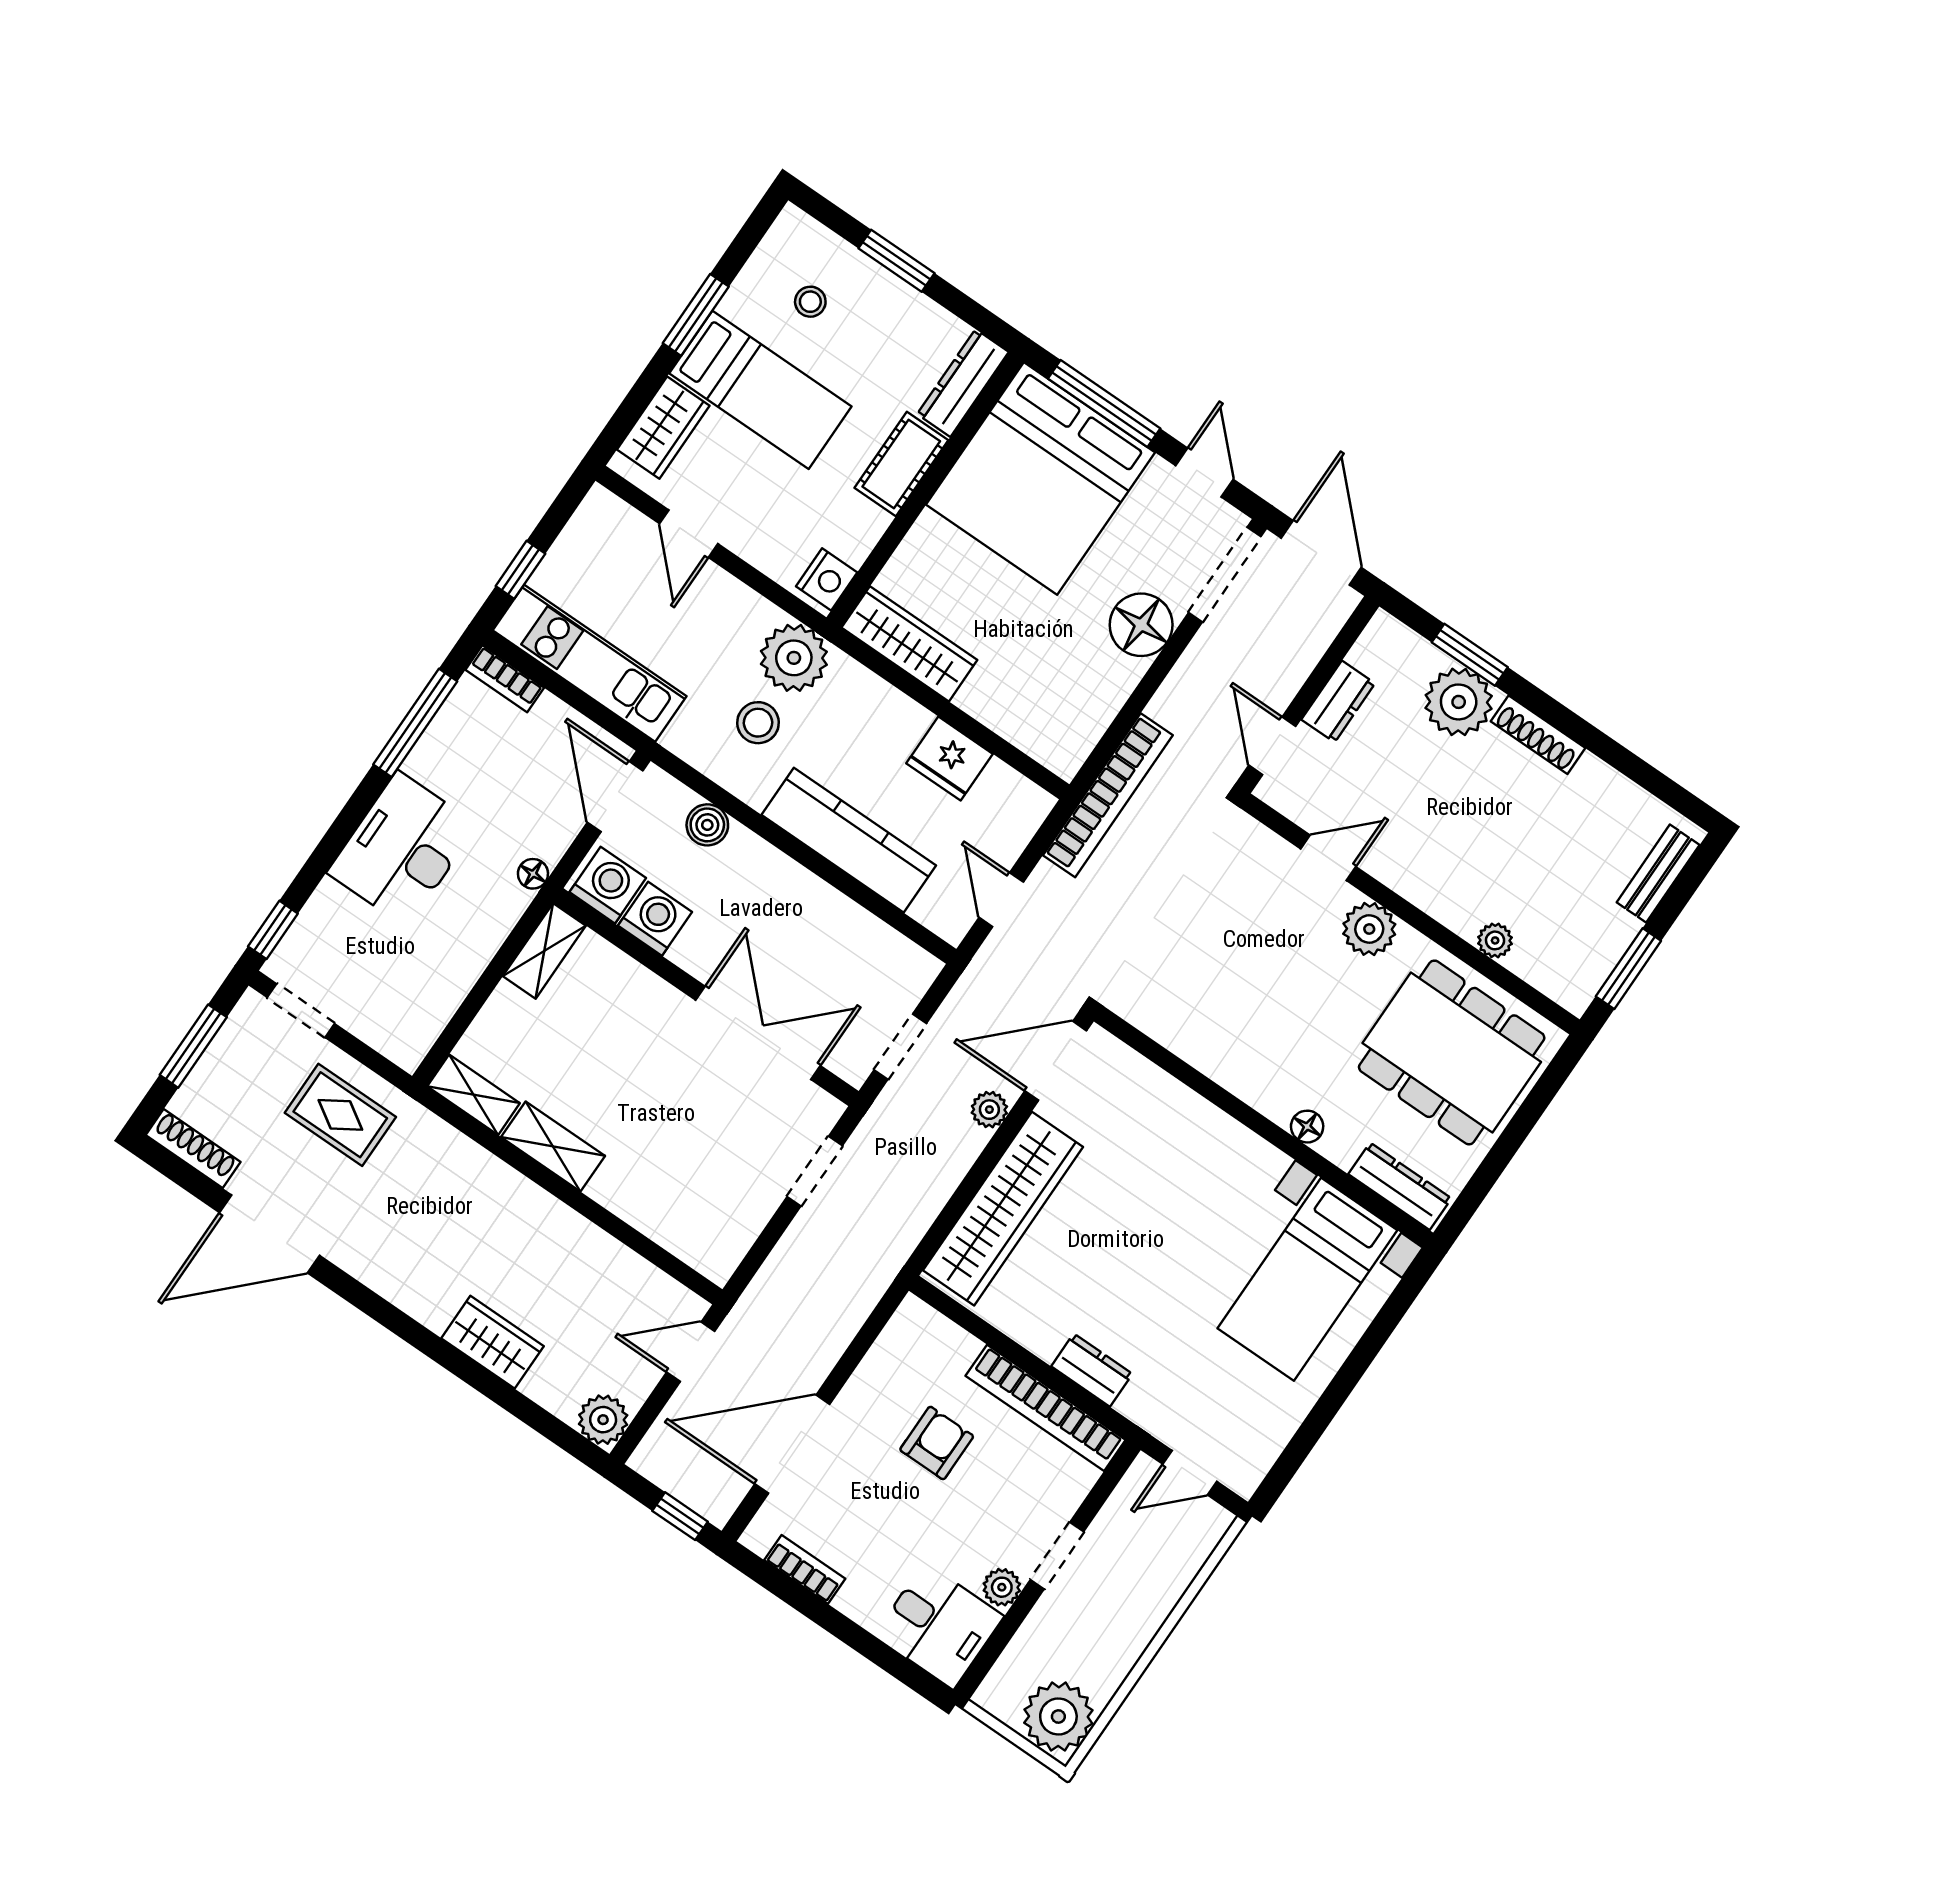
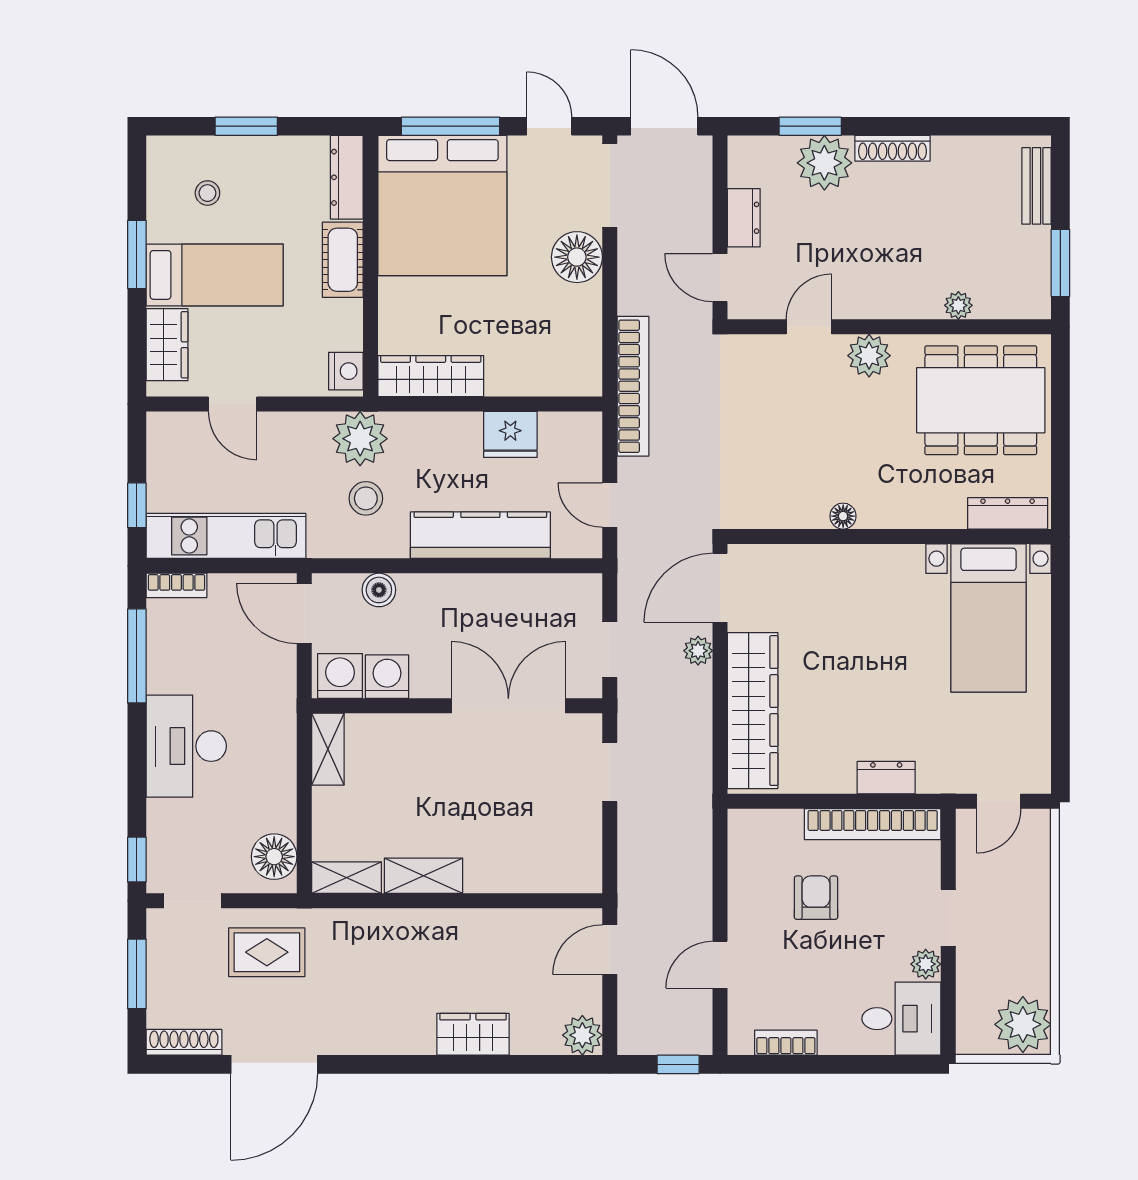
floor lamp: (533, 874) -> (274, 857), moved, width x1.89, depth x1.89
floor lamp: (1307, 1127) -> (843, 516), moved
door: (792, 1444) -> (720, 965), width x0.53

